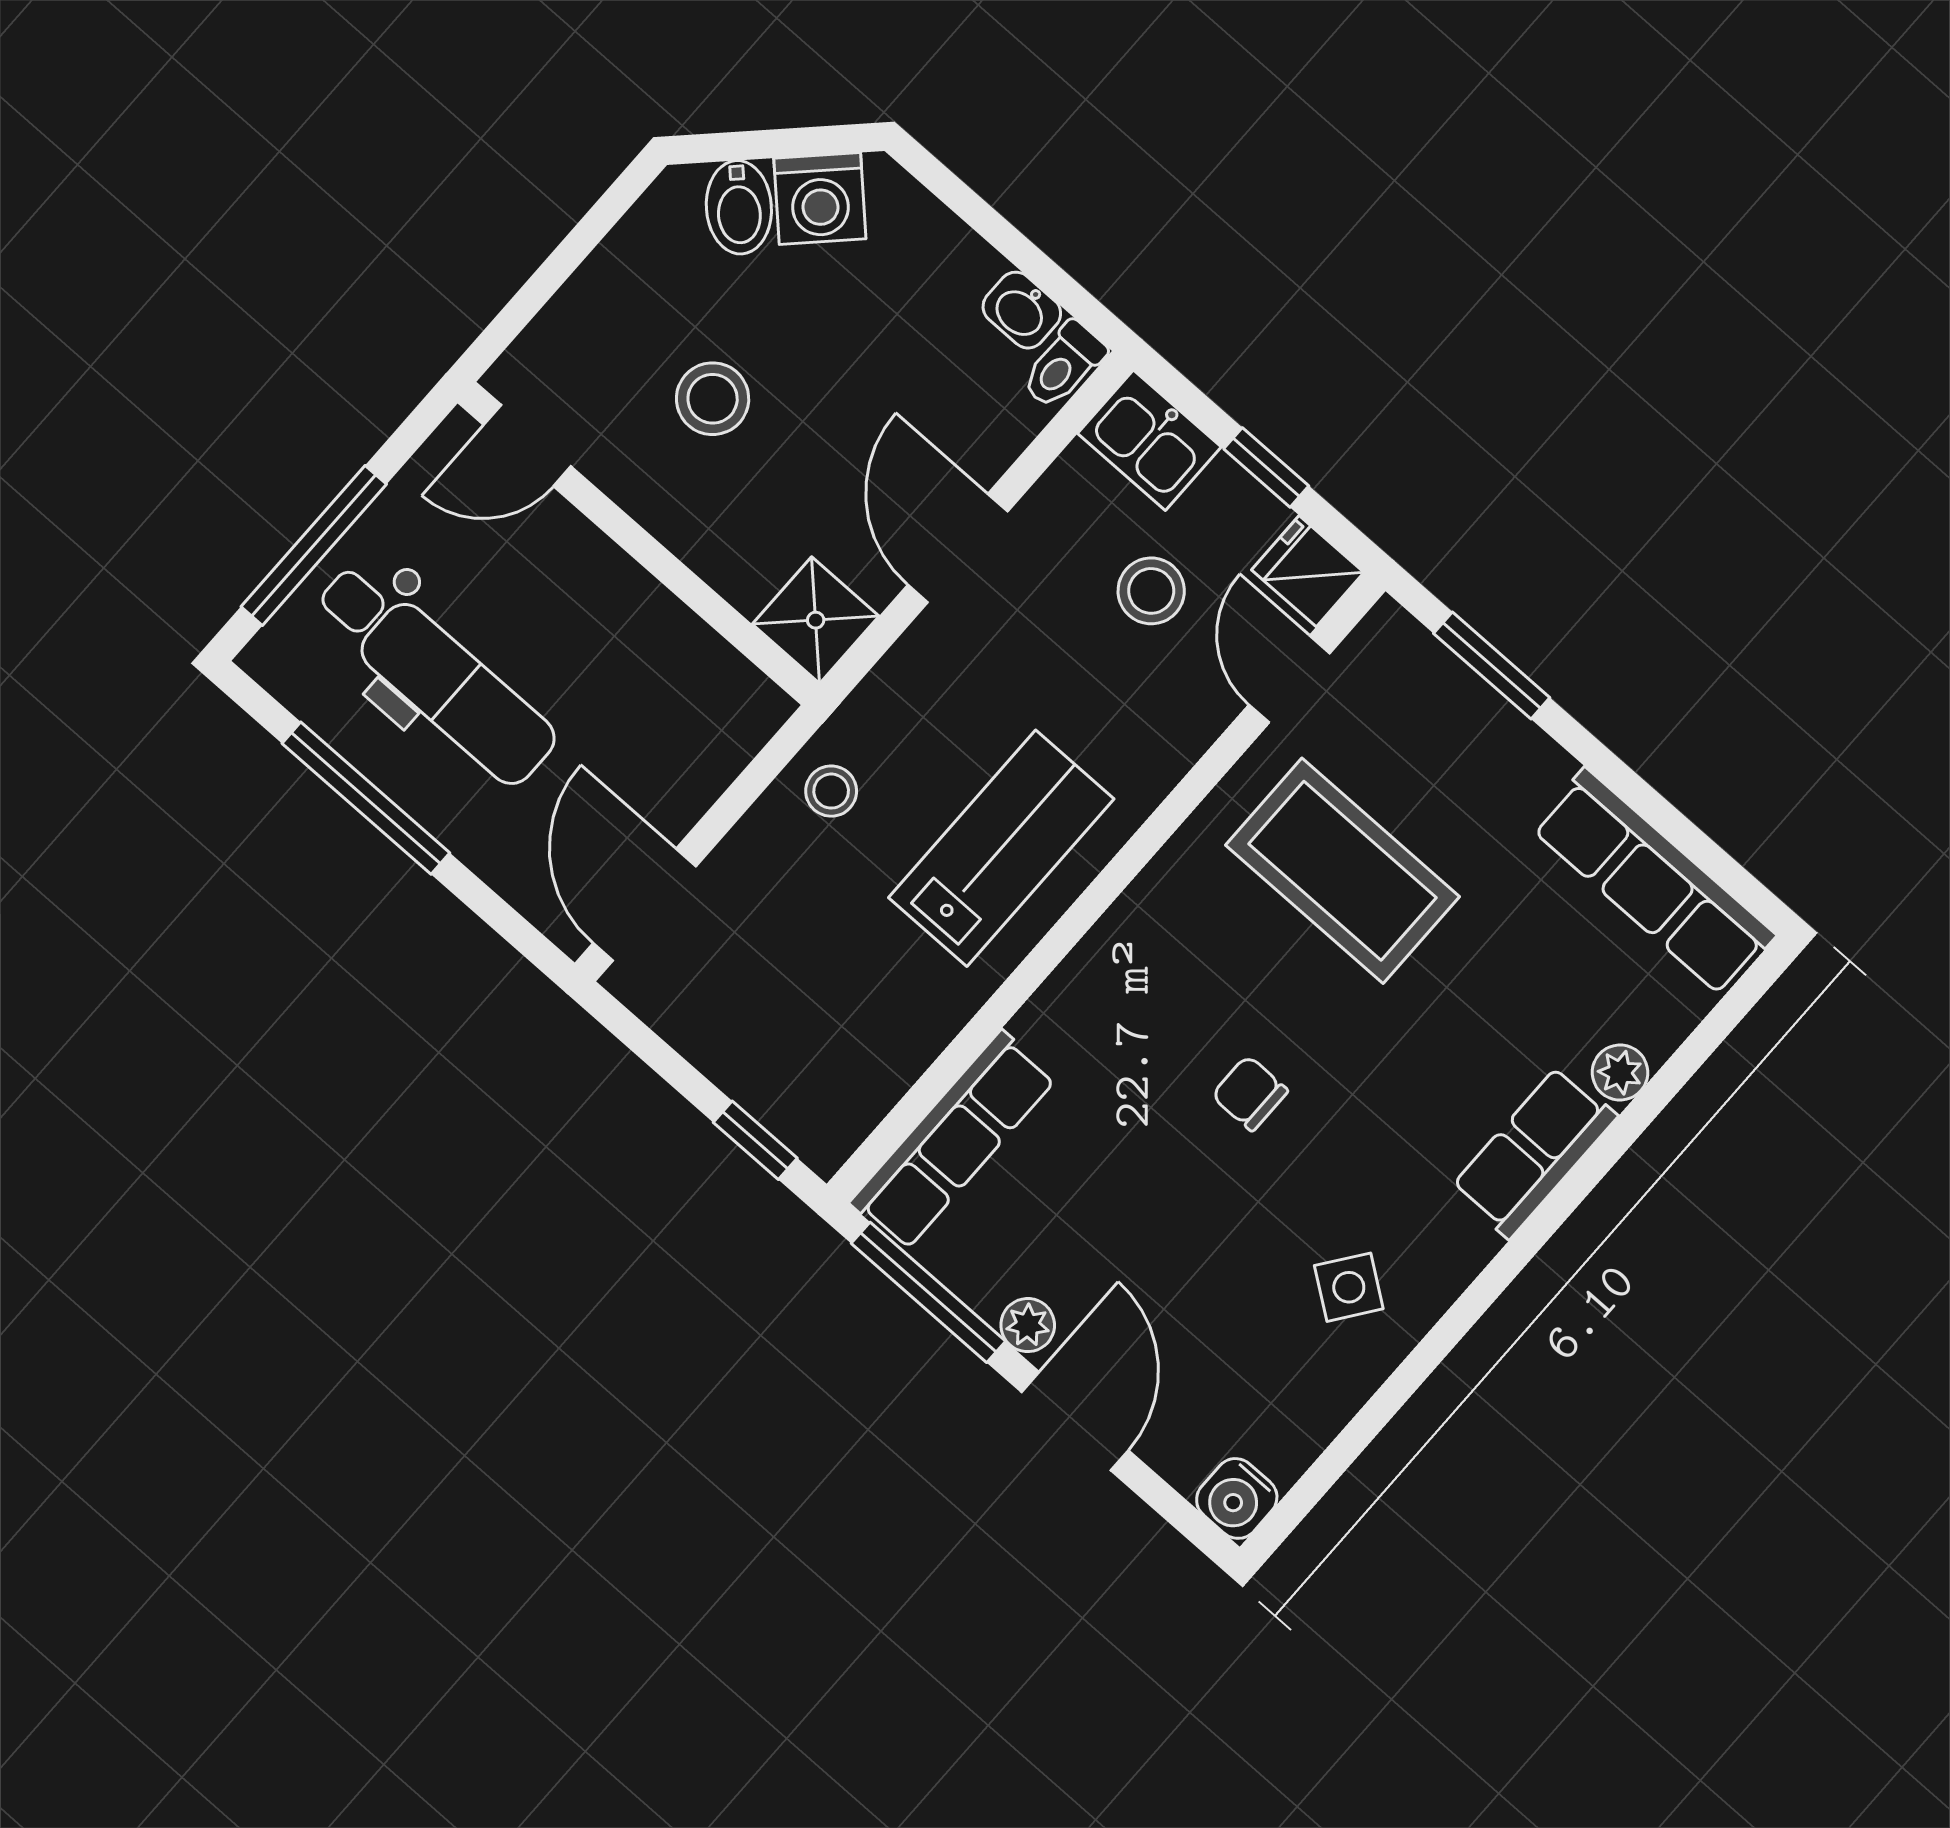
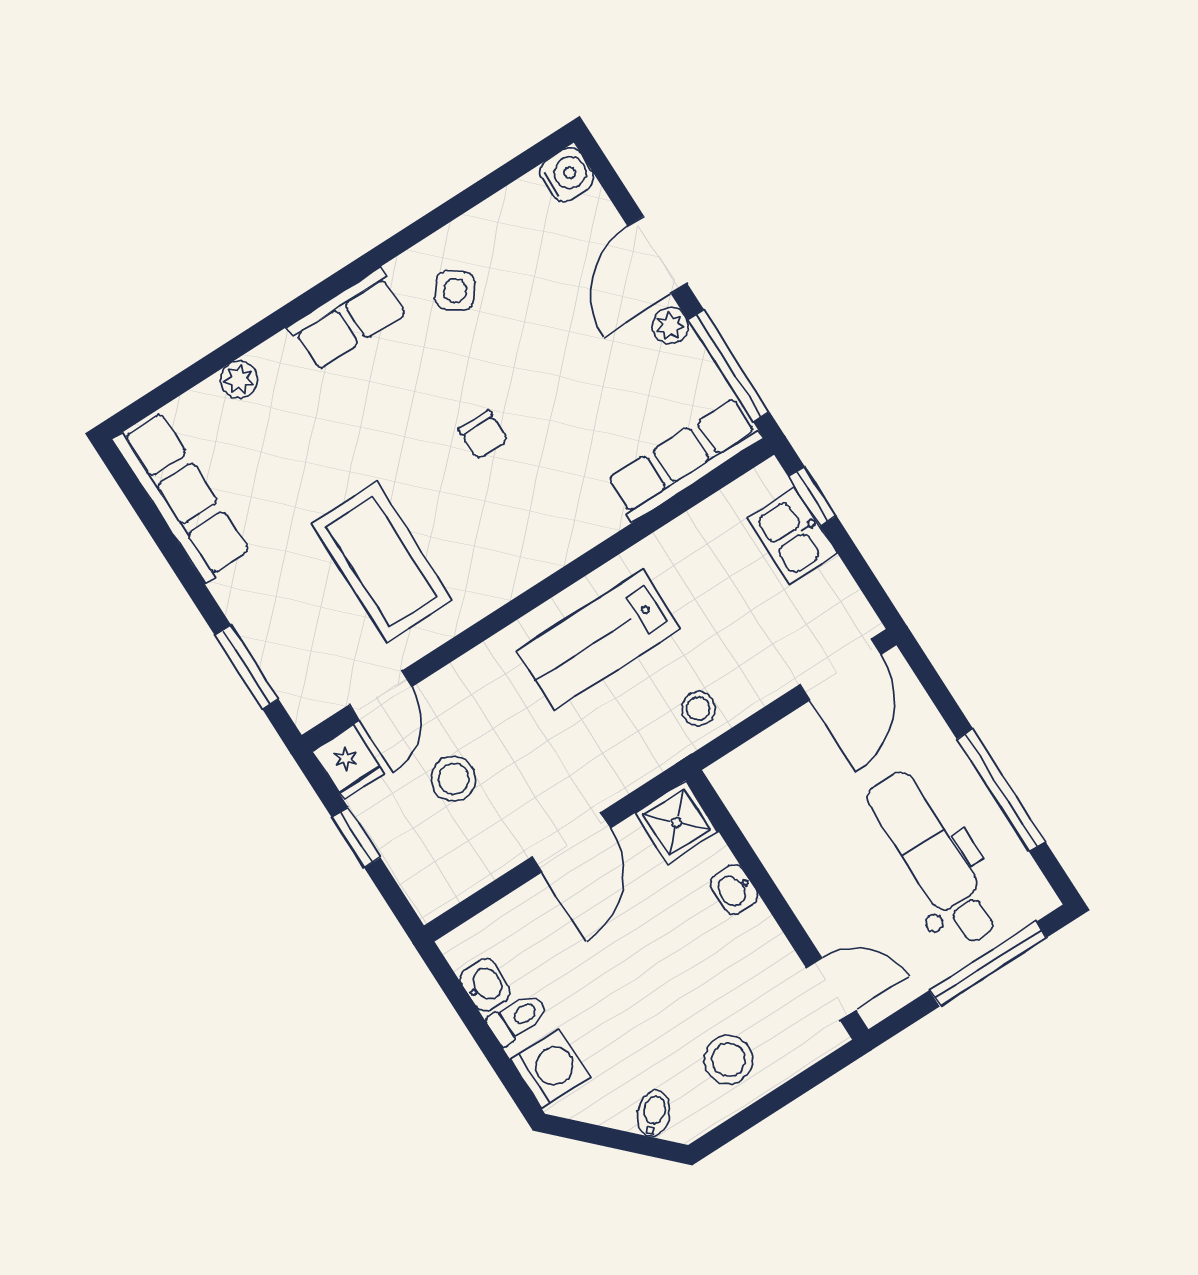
washing machine: (820, 198) -> (551, 1069), moved, turned 45
bidet: (739, 207) -> (654, 1114), width x0.72, depth x0.74
toilet: (1063, 365) -> (518, 1018), moved
stool: (713, 399) -> (728, 1060), moved
kitchen sink: (1149, 440) -> (792, 536), moved, turned 180
washbasin: (706, 548) -> (734, 890), added
row of seats: (1534, 1152) -> (348, 319), moved

